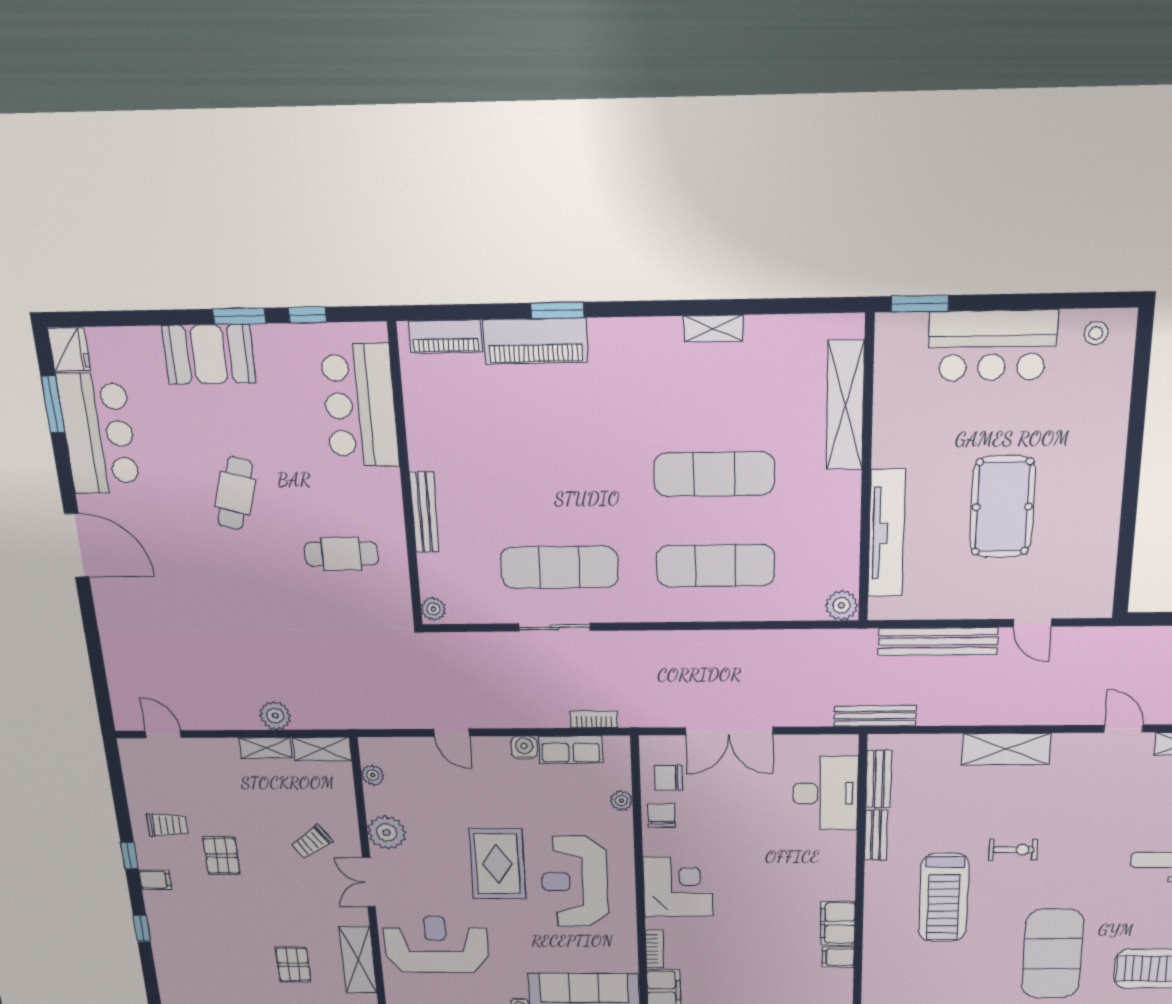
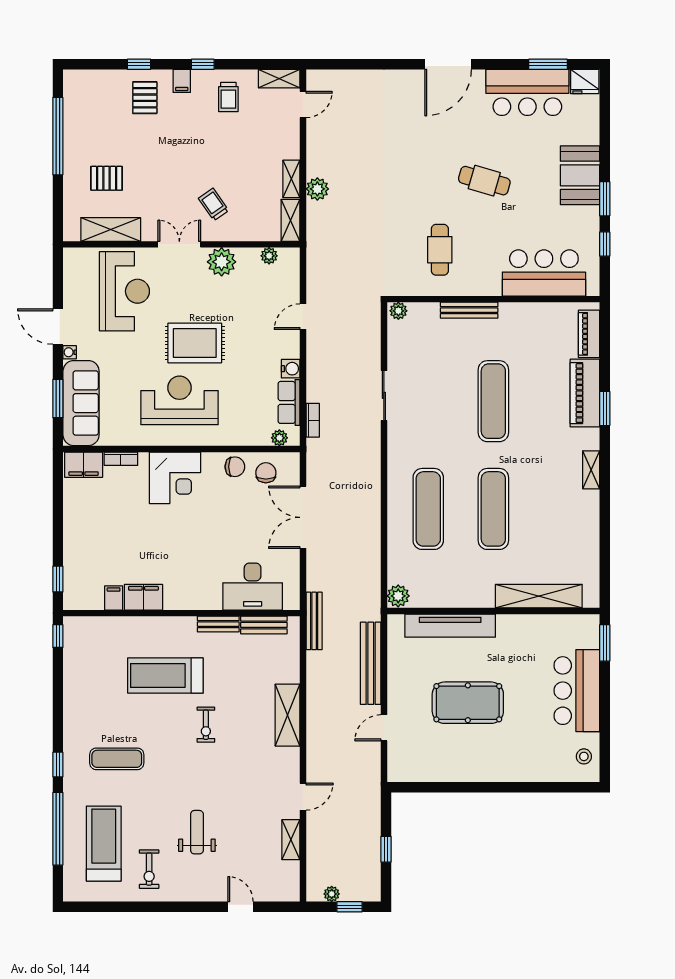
shelving: (713, 329) -> (591, 470), moved
exercise mat: (559, 567) -> (493, 401), moved
shelving: (133, 764) -> (279, 79), added
plant: (621, 801) -> (279, 438), moved
pallet: (222, 856) -> (145, 98), moved, turned 90
exercise mat: (1053, 954) -> (117, 759), width x0.50, depth x0.69

